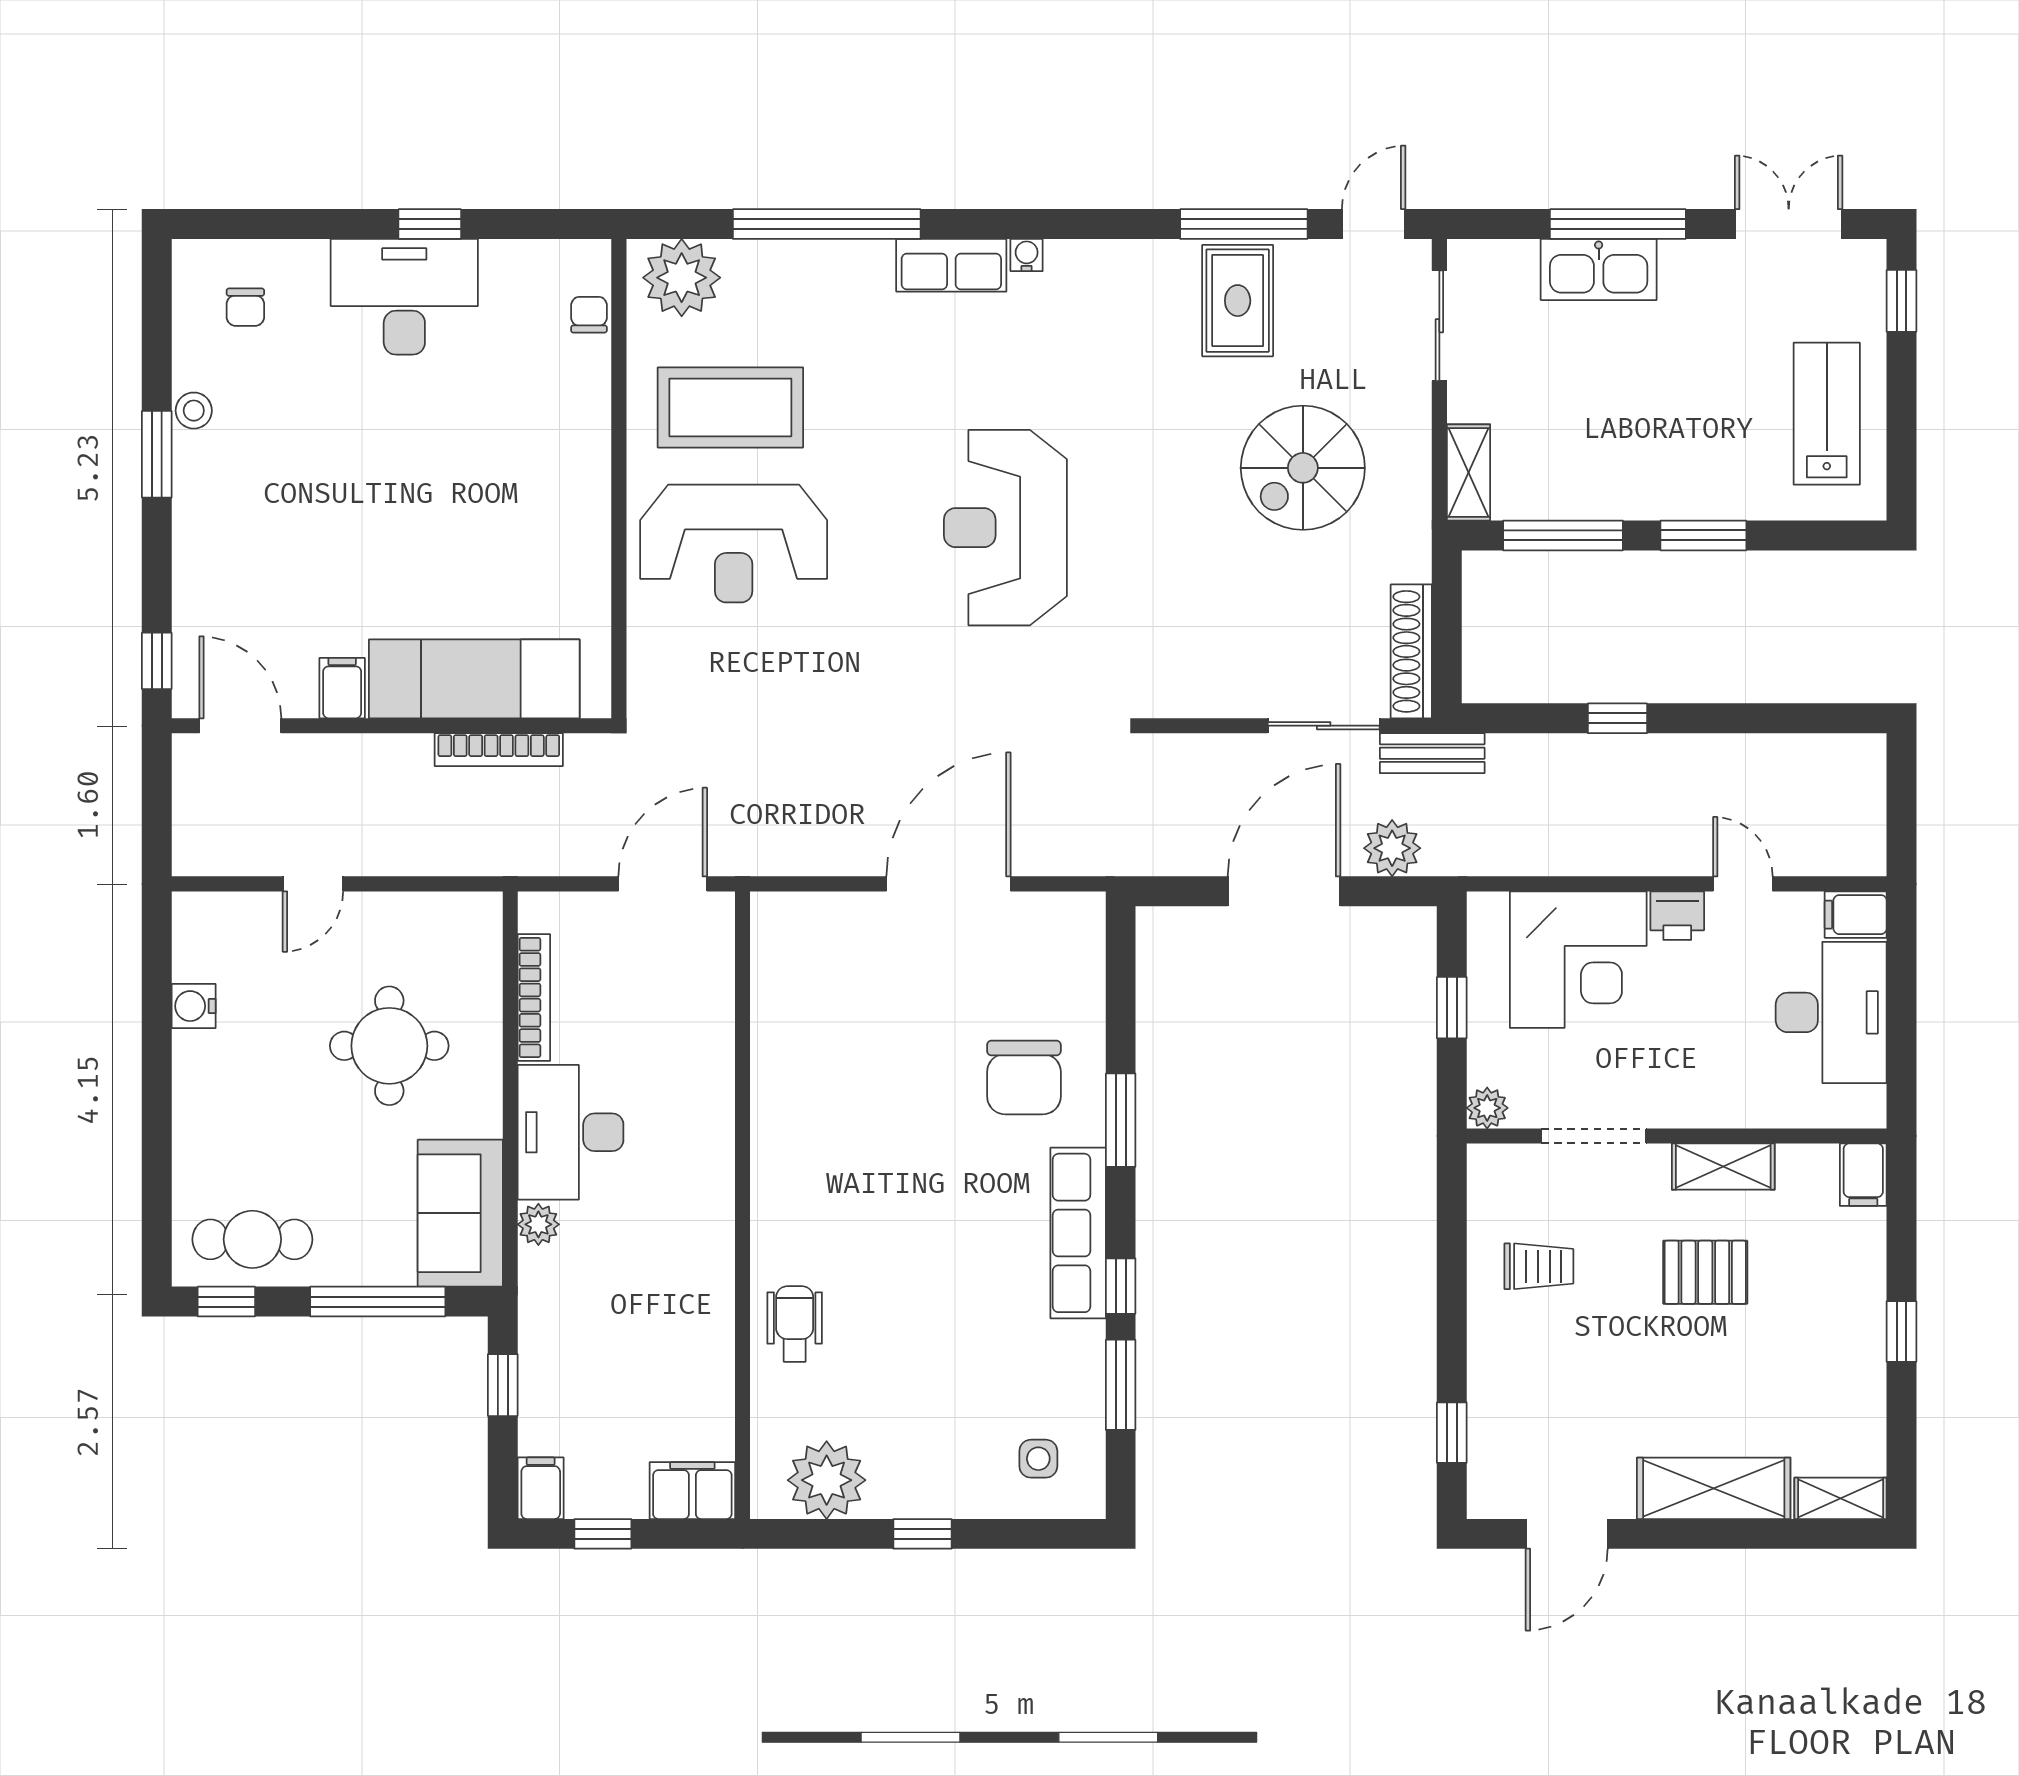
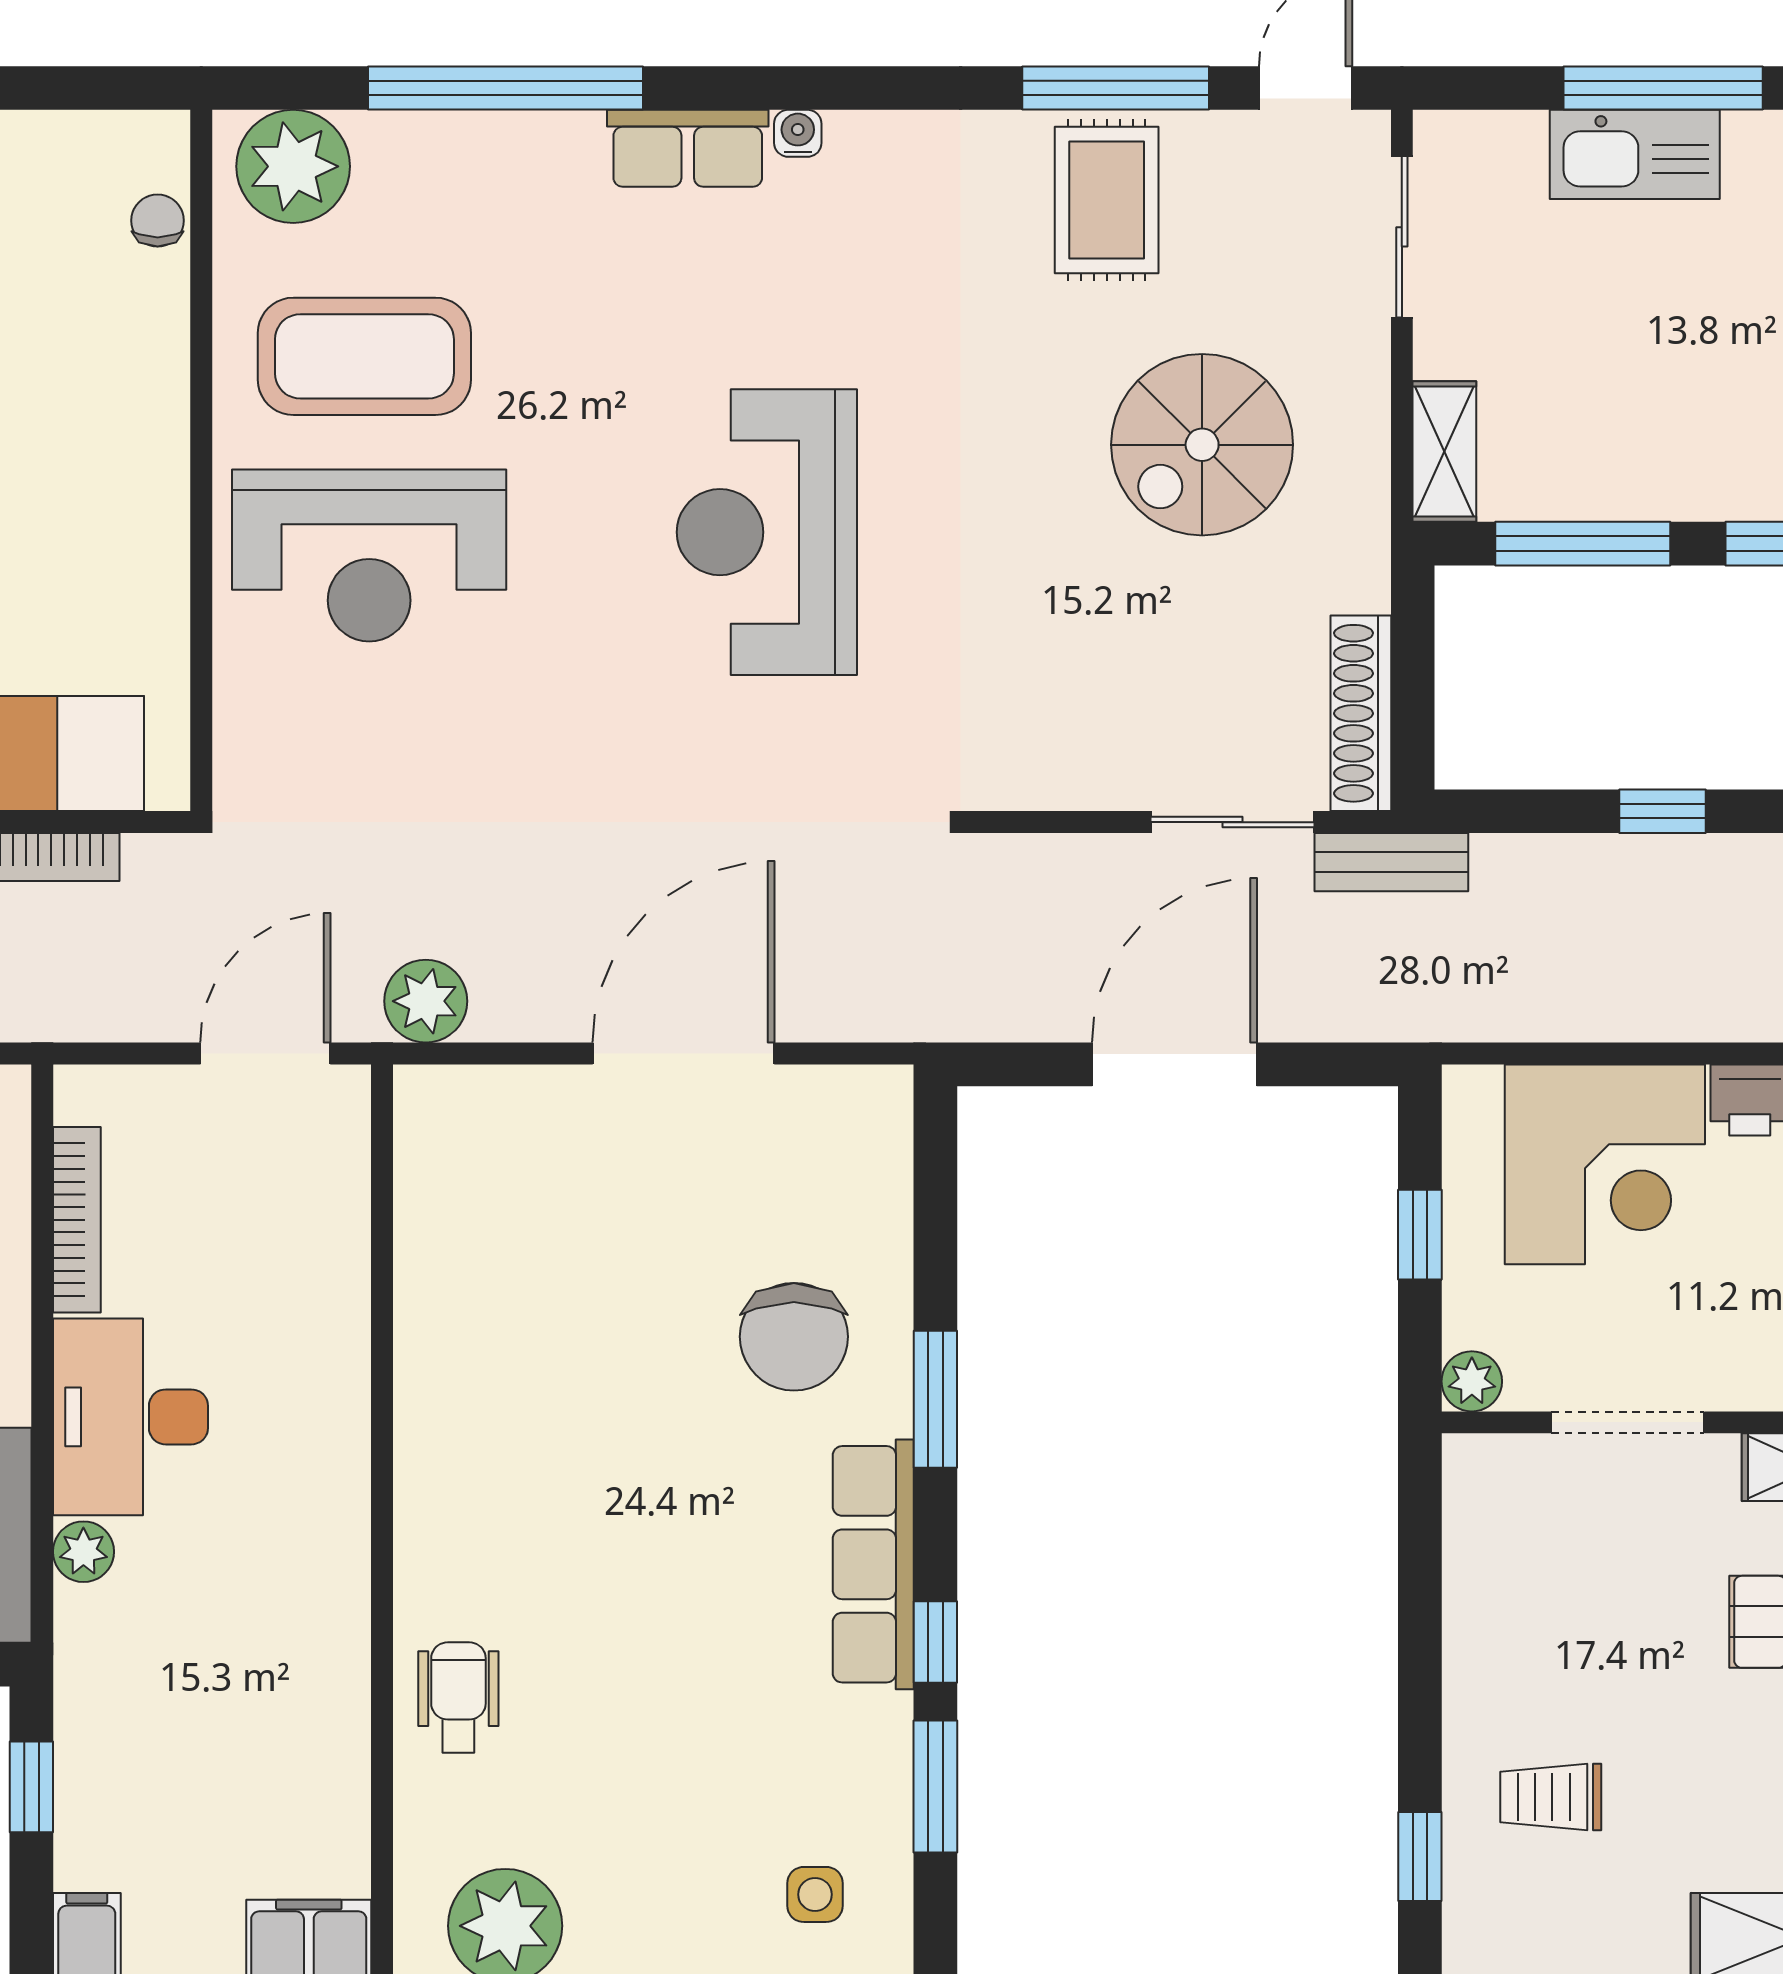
plant: (1392, 848) -> (426, 1001), moved
trolley: (1539, 1266) -> (1551, 1797), moved, turned 180

